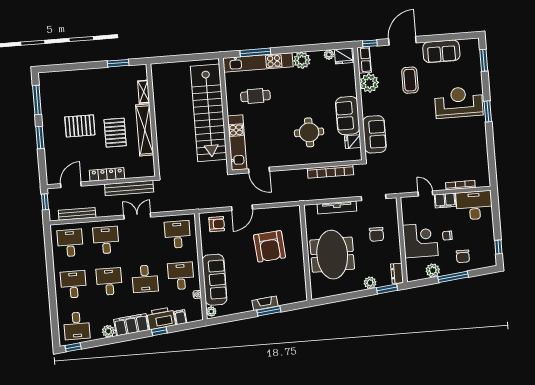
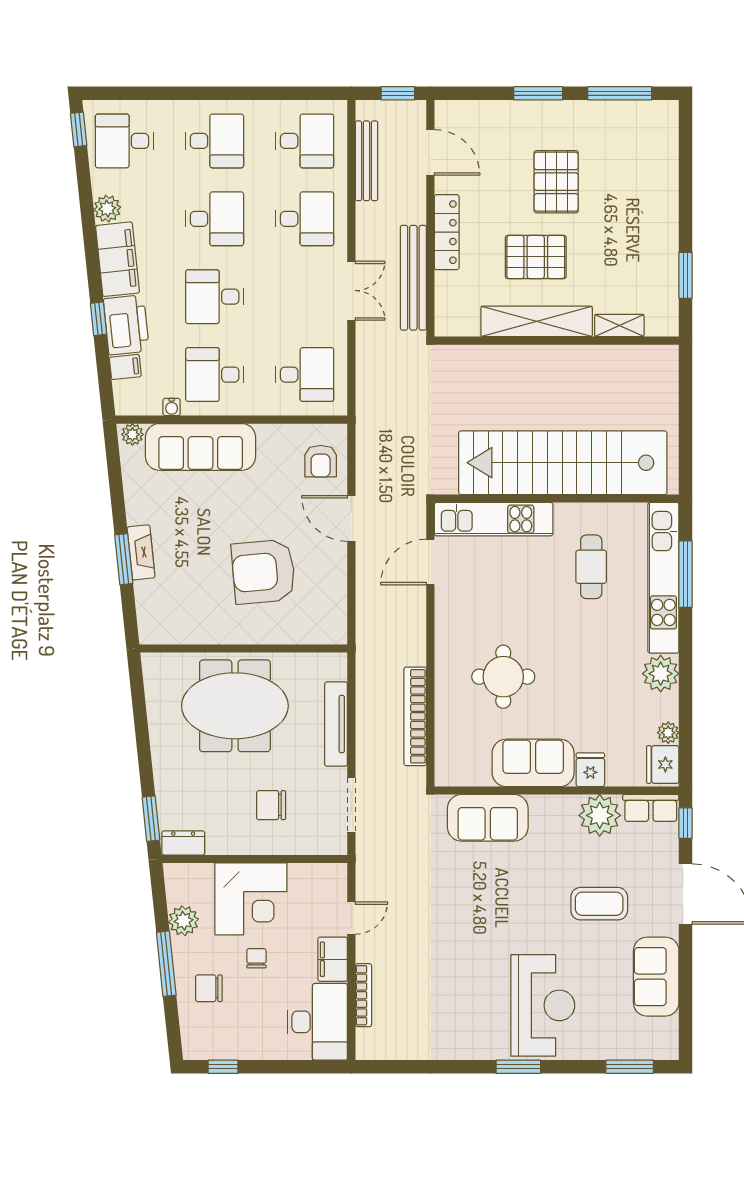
fridge: (353, 142) -> (590, 770), moved
desk: (181, 276) -> (215, 375), turned 180
plant: (370, 283) -> (167, 783), removed

